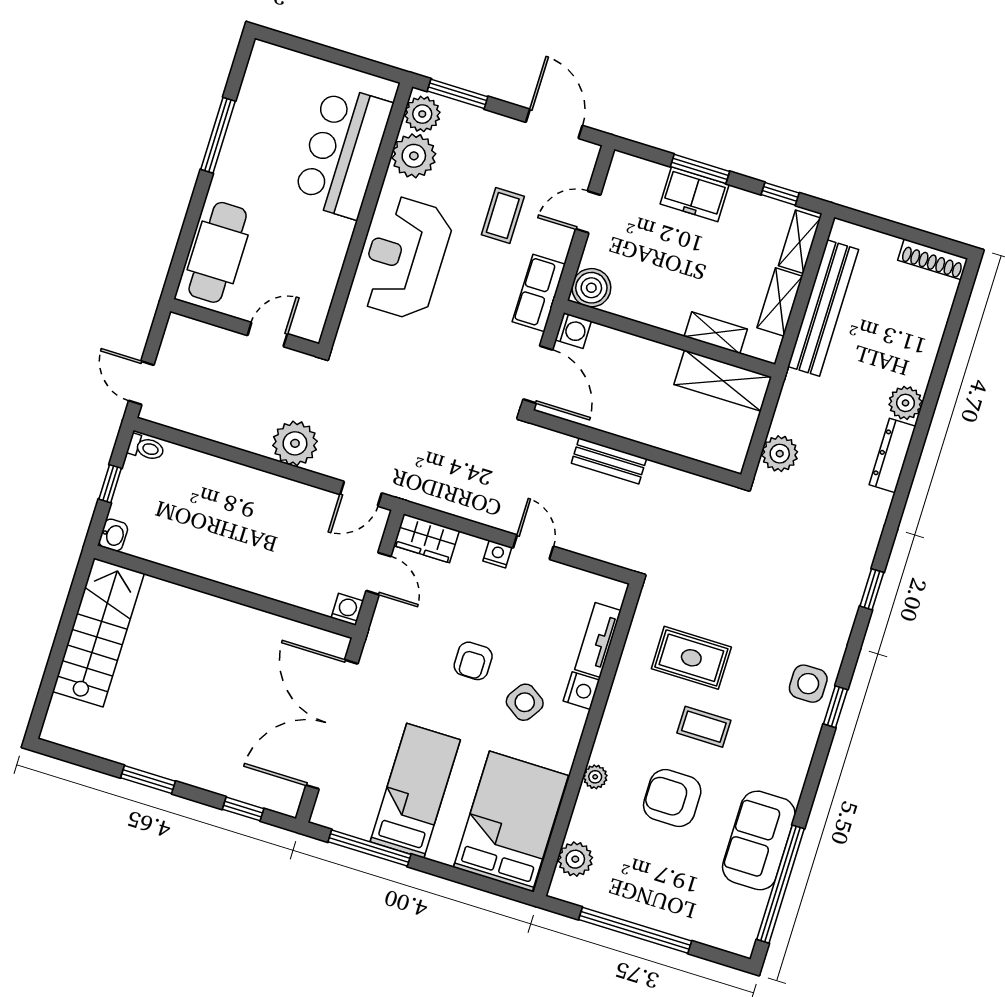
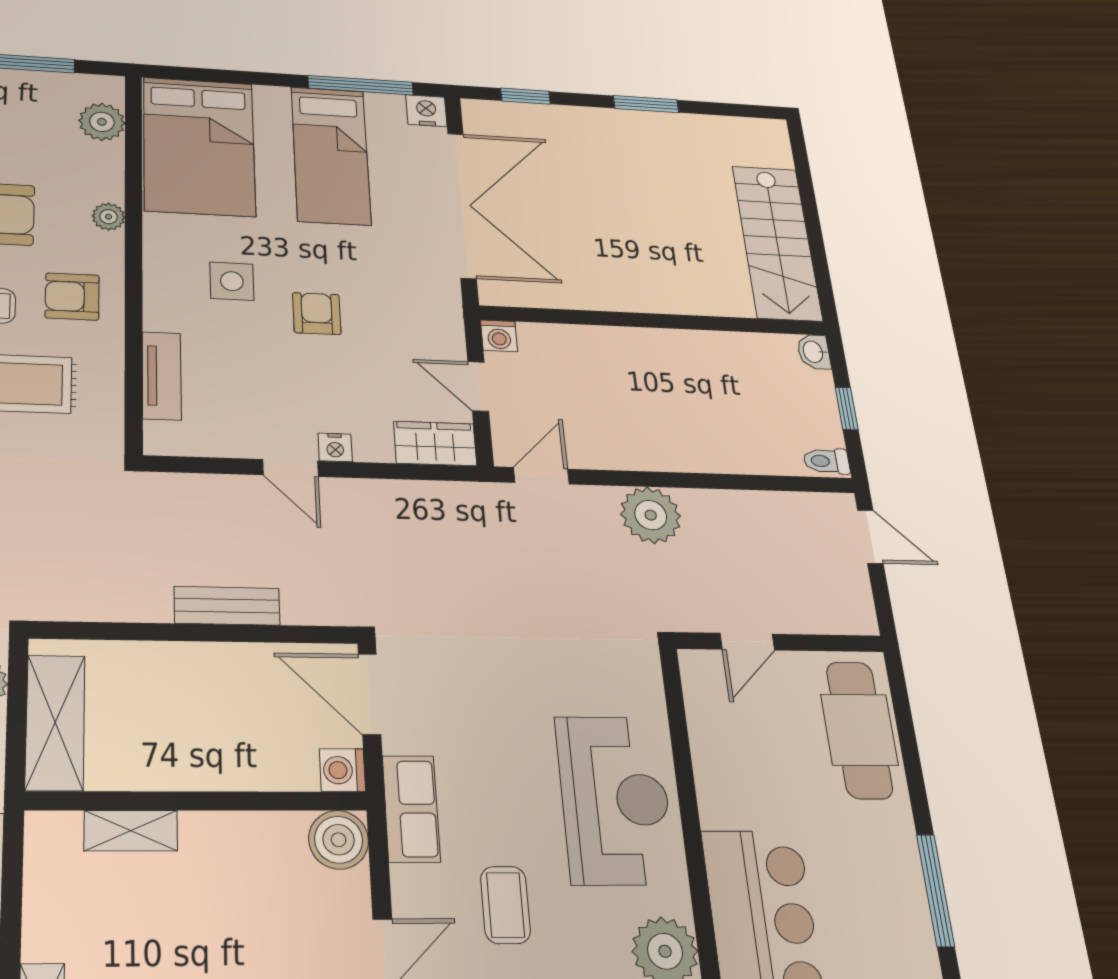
shelving: (780, 302) -> (45, 908), removed
shelving: (723, 381) -> (55, 722), moved, turned 90
nightstand: (581, 691) -> (426, 111), moved, turned 90
side table: (525, 702) -> (232, 281), turned -34
armchair: (640, 718) -> (72, 296), added

